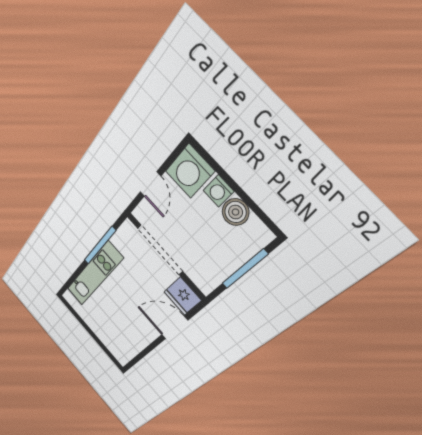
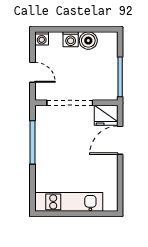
washing machine: (190, 171) -> (42, 38), width x0.53, depth x0.53
window: (245, 269) -> (120, 77), moved
kitchen unit: (94, 274) -> (69, 202), moved, turned -90

